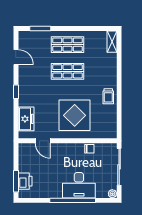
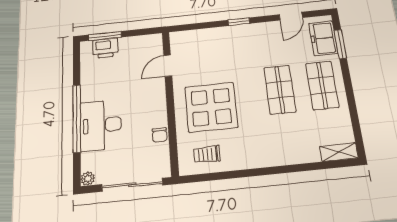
trolley: (108, 96) -> (207, 154), moved
freezer: (26, 119) -> (323, 38), moved, turned 90

